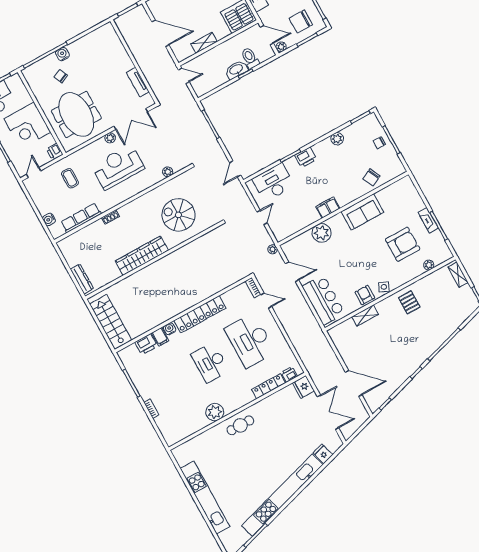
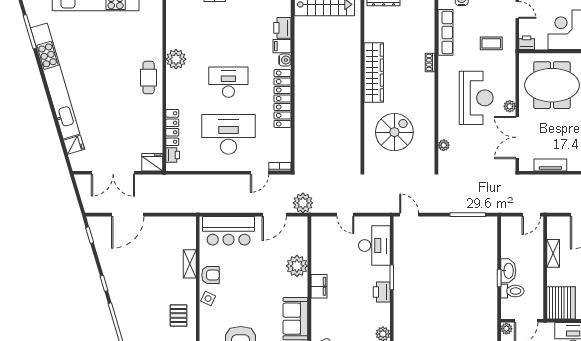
plant: (273, 249) -> (303, 203), width x1.87, depth x1.87
pallet: (409, 302) -> (178, 316), turned 90

